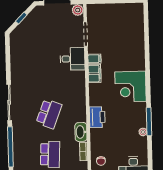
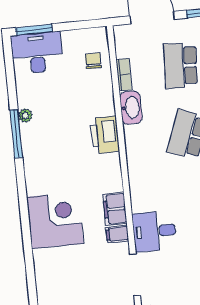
corner desk: (131, 87) -> (55, 220), moved

